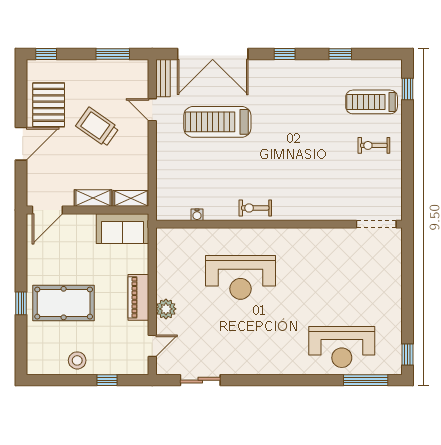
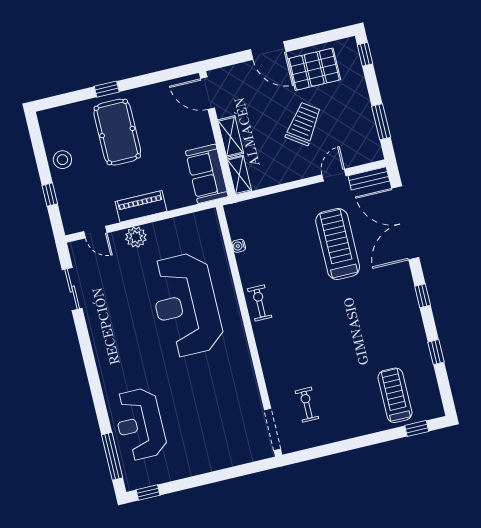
exercise bike: (374, 145) -> (307, 405), moved
reception desk: (240, 277) -> (186, 305), width x1.36, depth x1.30

